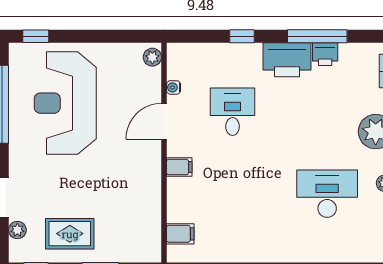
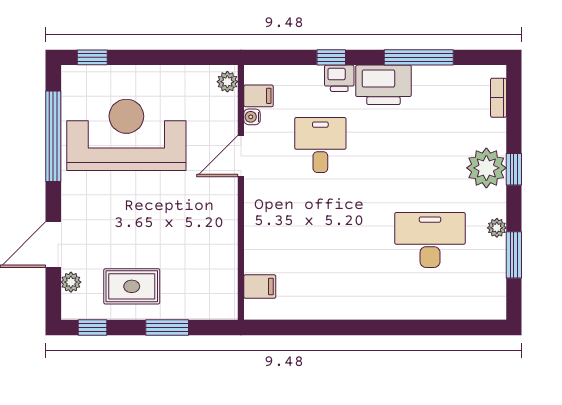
printer: (325, 54) -> (339, 78), moved
reception desk: (65, 103) -> (126, 135), turned 90
filing cabinet: (179, 167) -> (259, 96), moved

